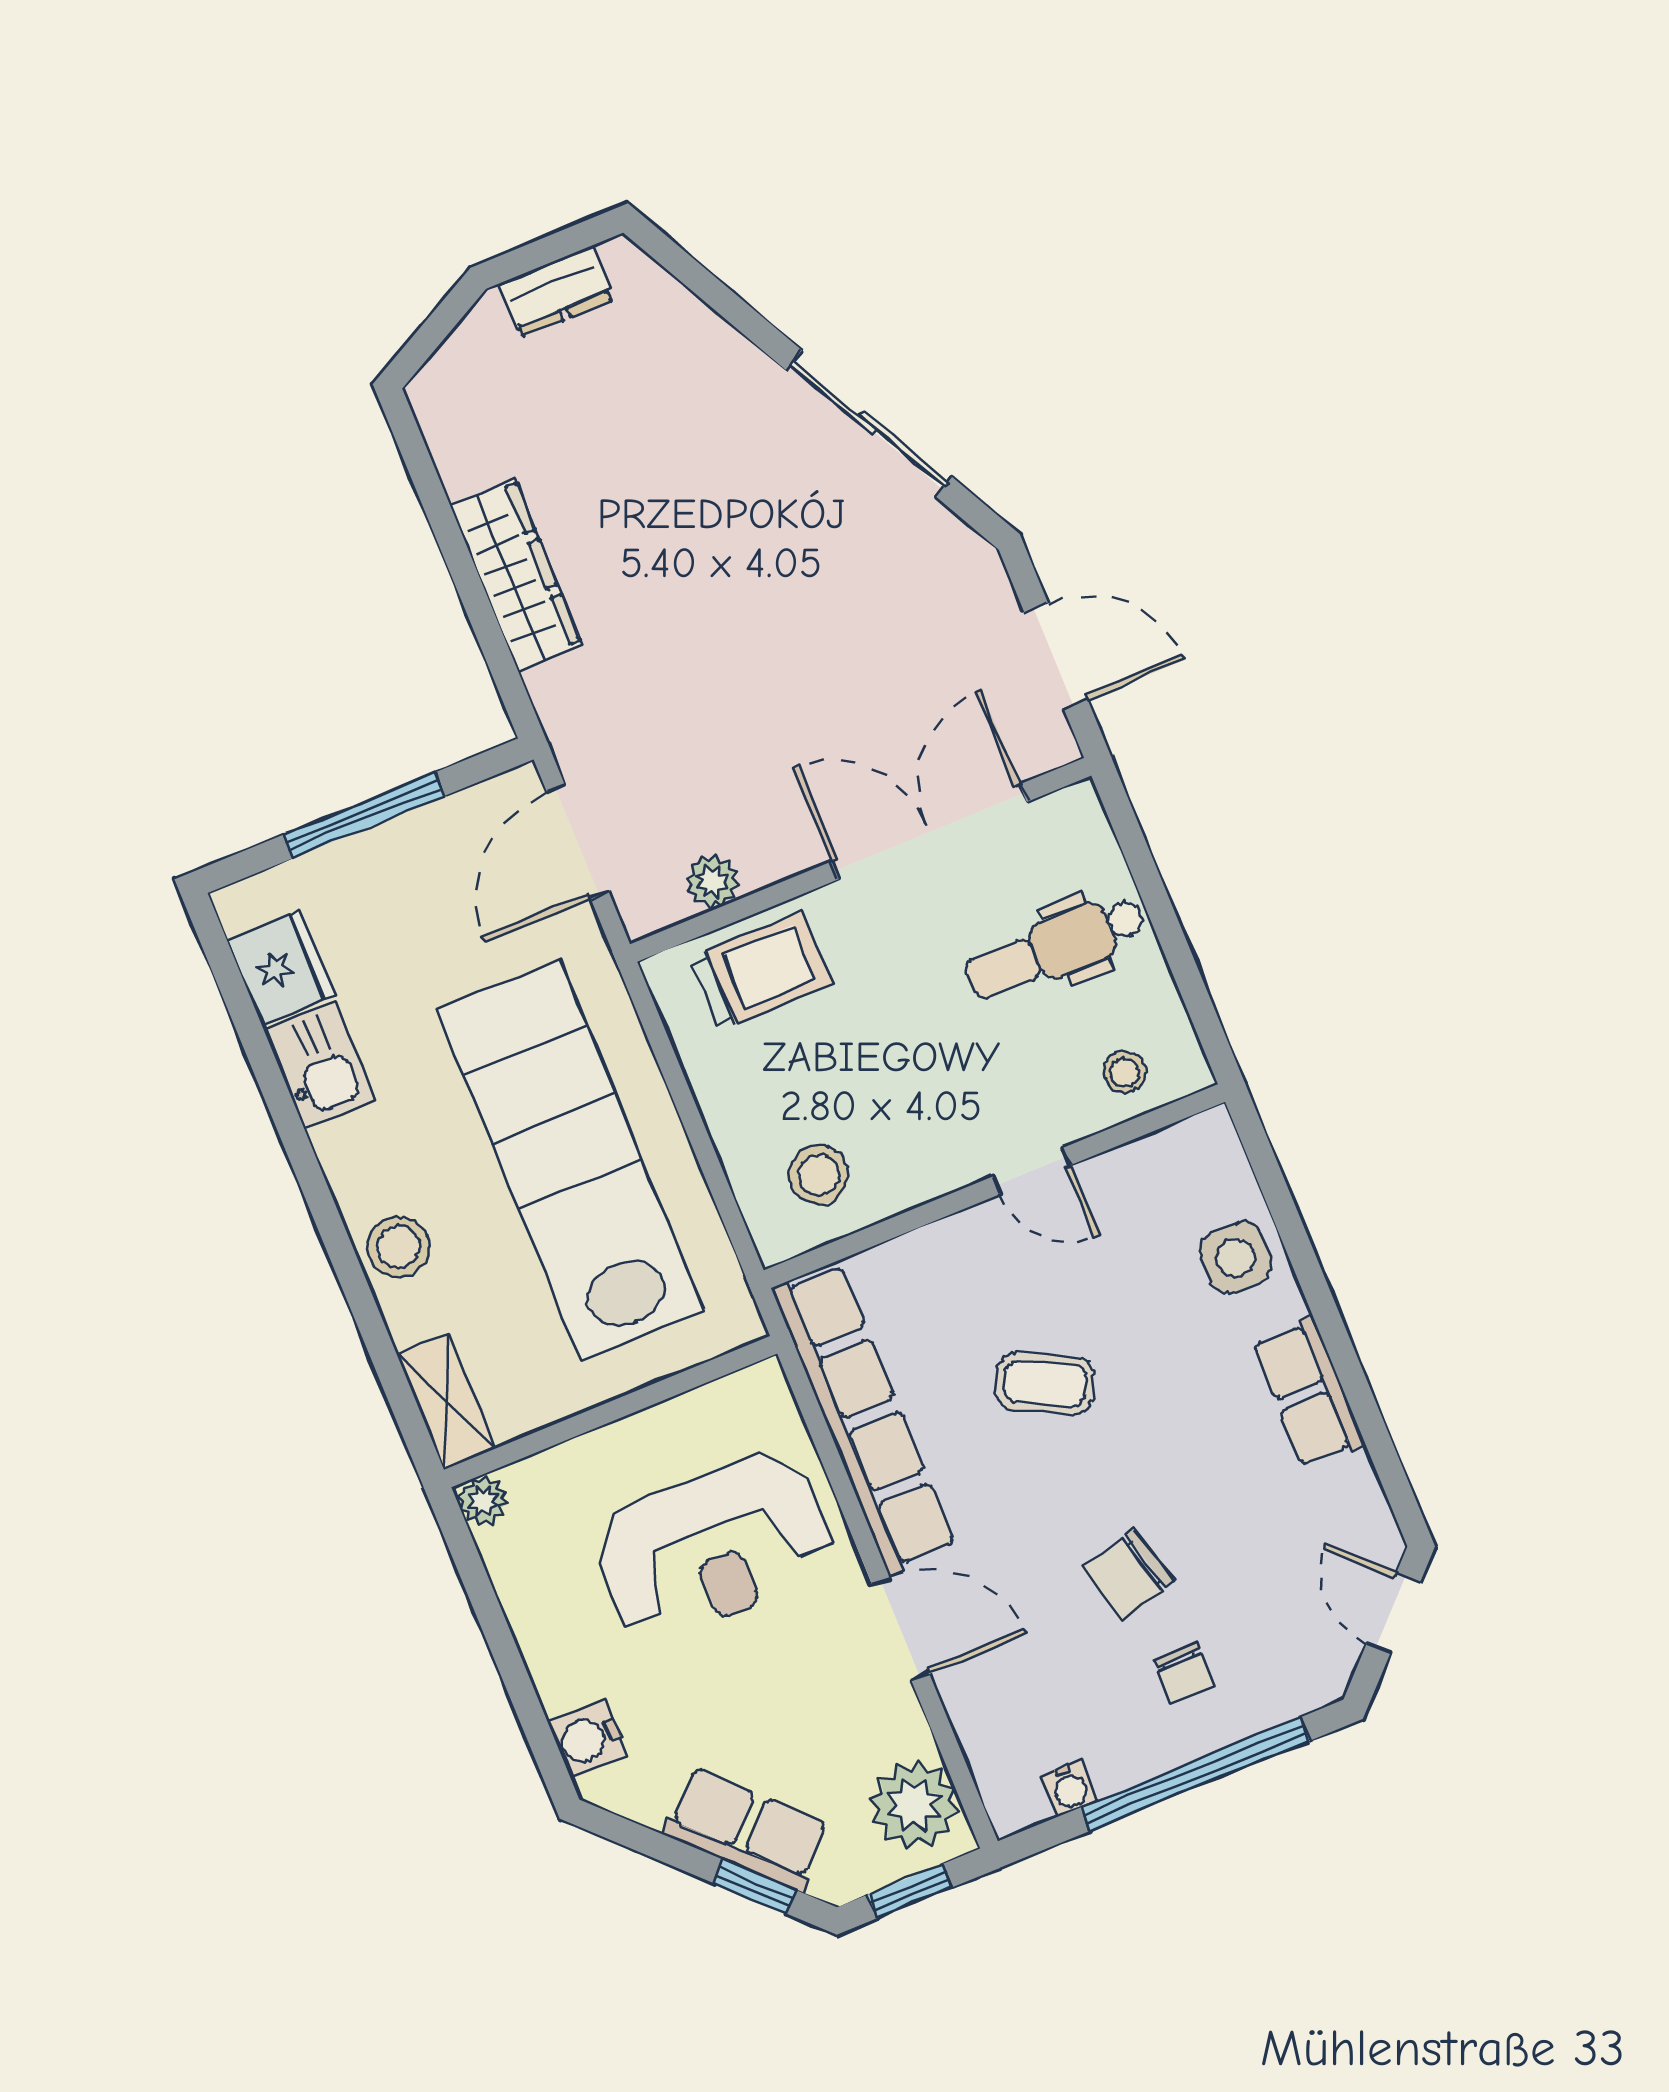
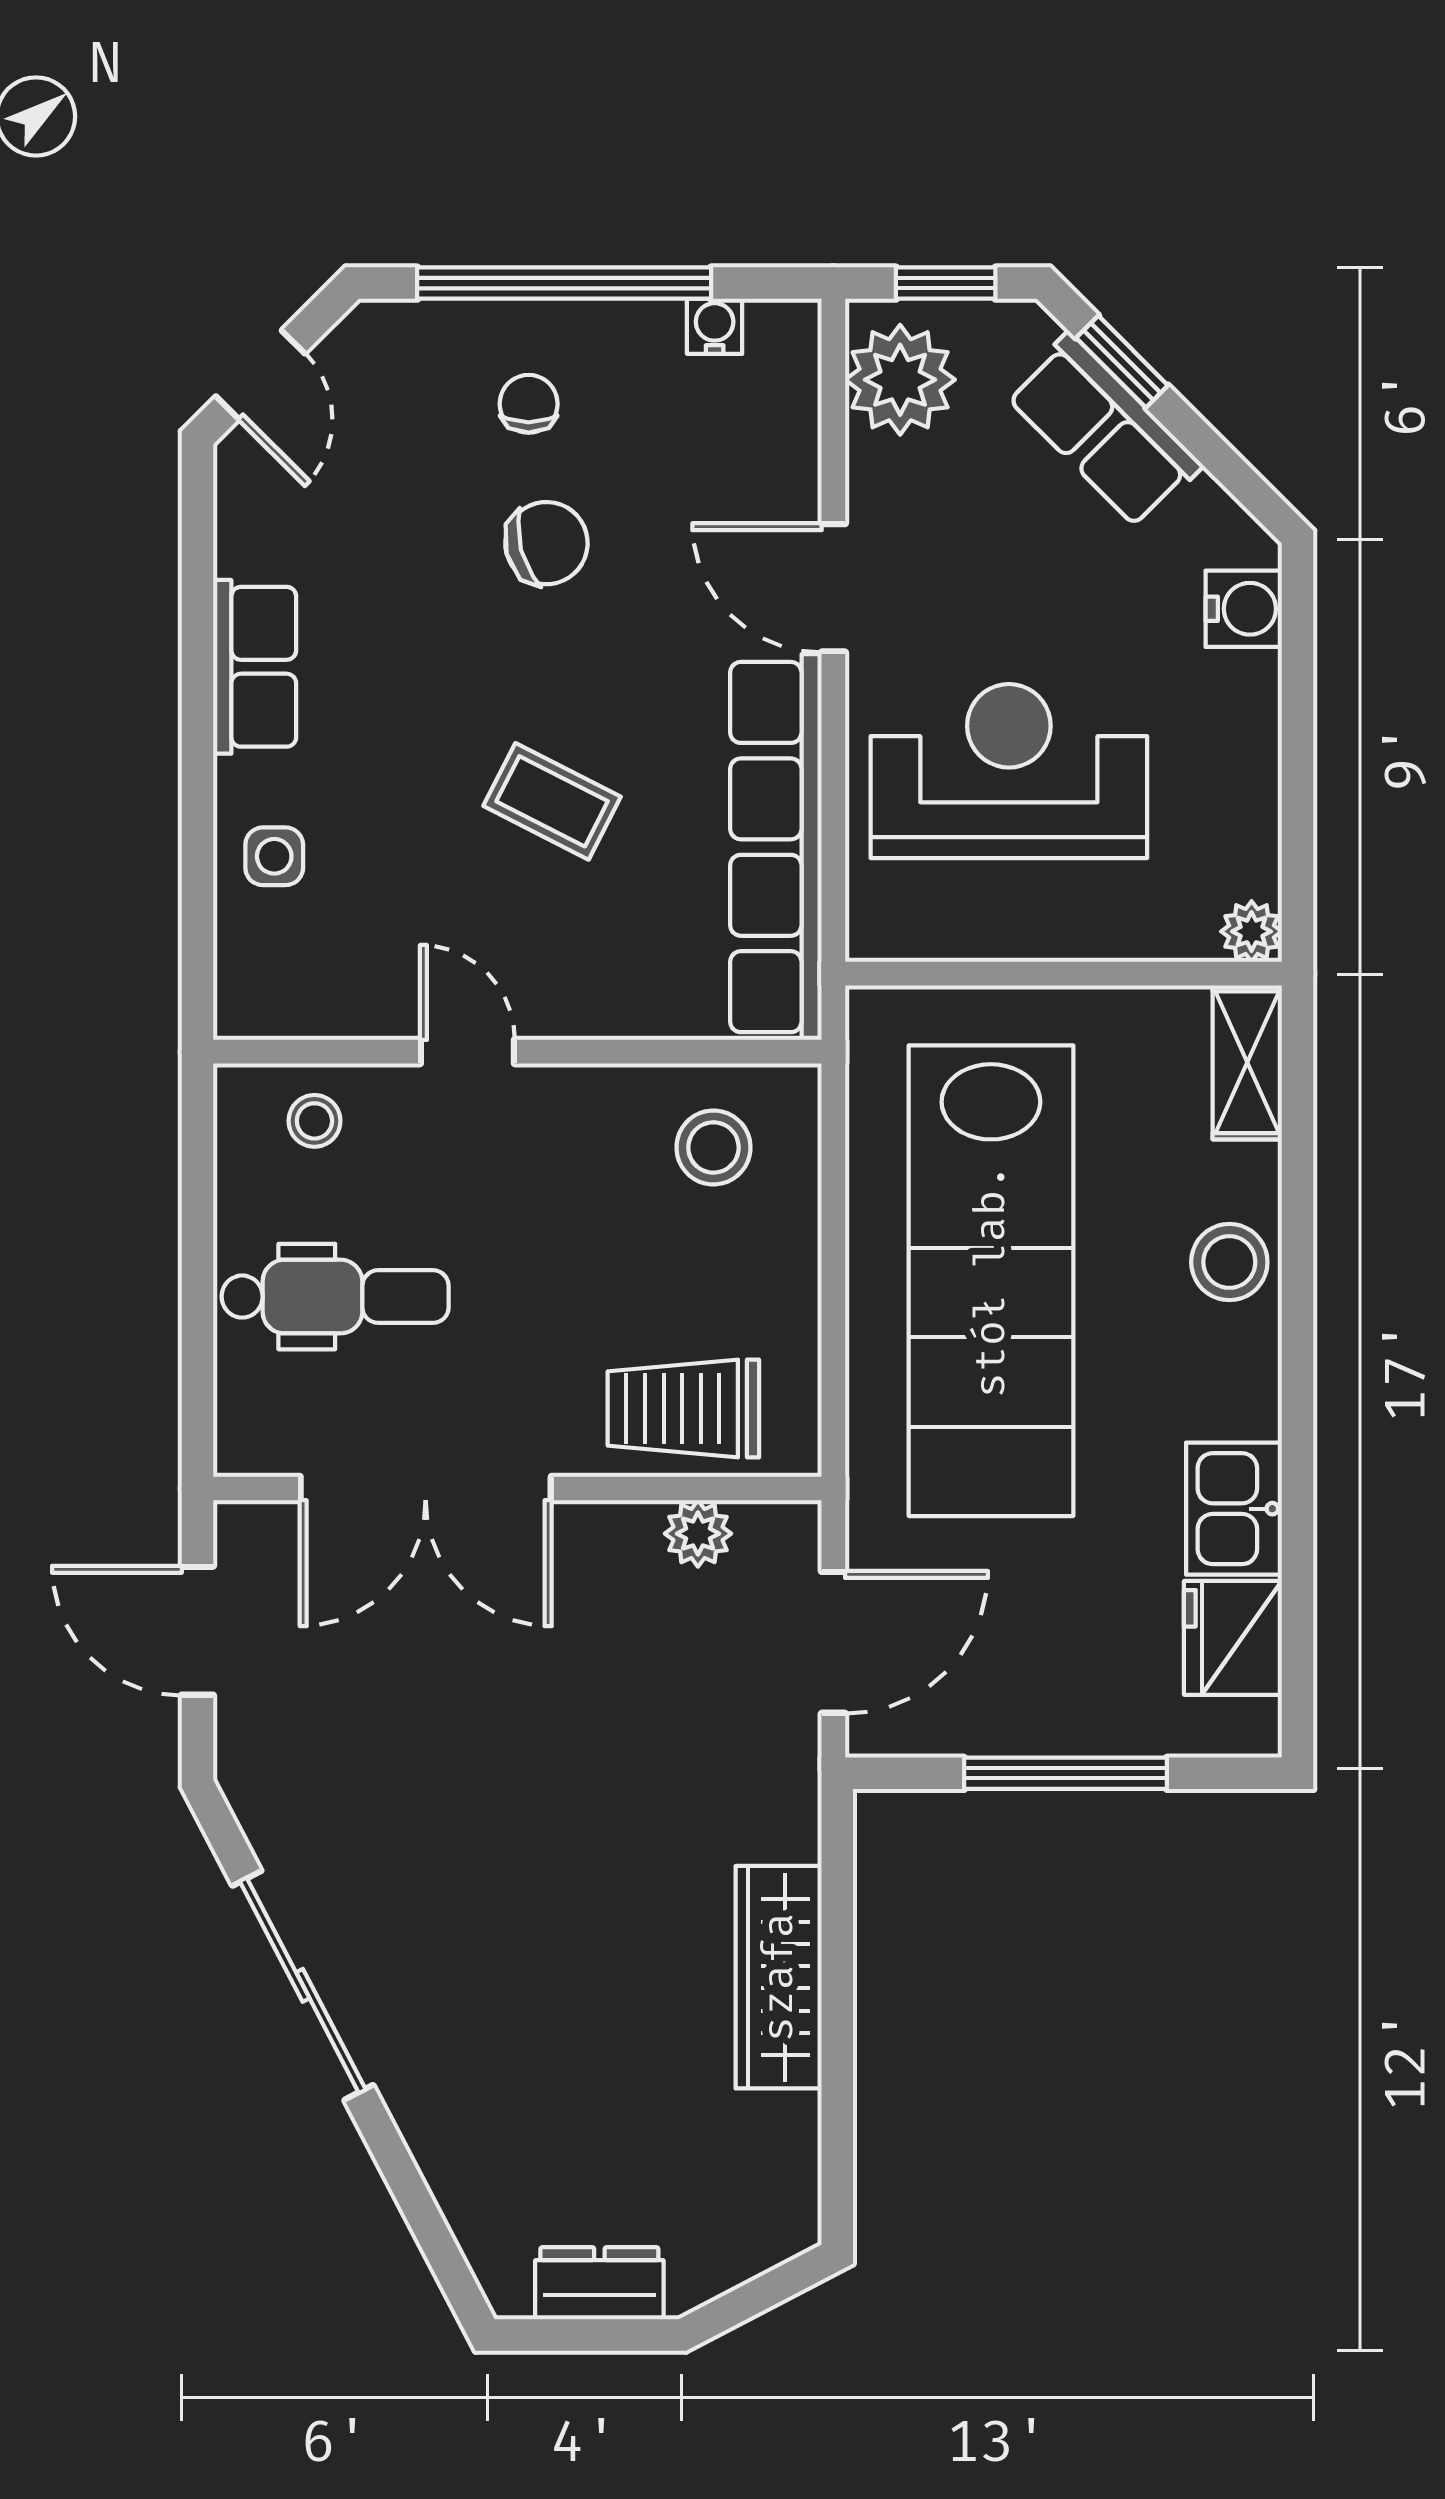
side table: (1236, 1257) -> (274, 856), width x0.73, depth x0.73

